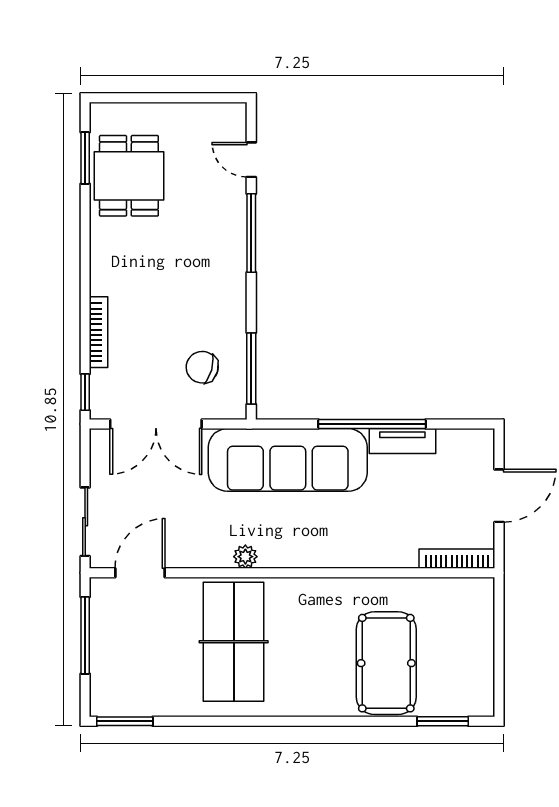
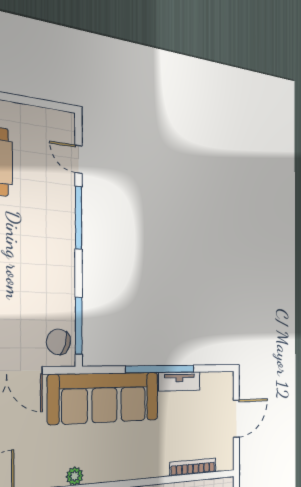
chair: (202, 367) -> (58, 342), moved
bookcase: (457, 559) -> (193, 467), moved

